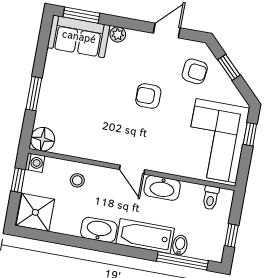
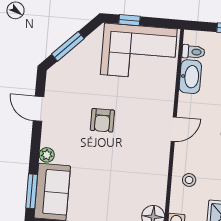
window: (229, 67) -> (68, 46), width x1.50
armchair: (195, 71) -> (75, 78), removed
washbasin: (162, 188) -> (190, 77), moved

